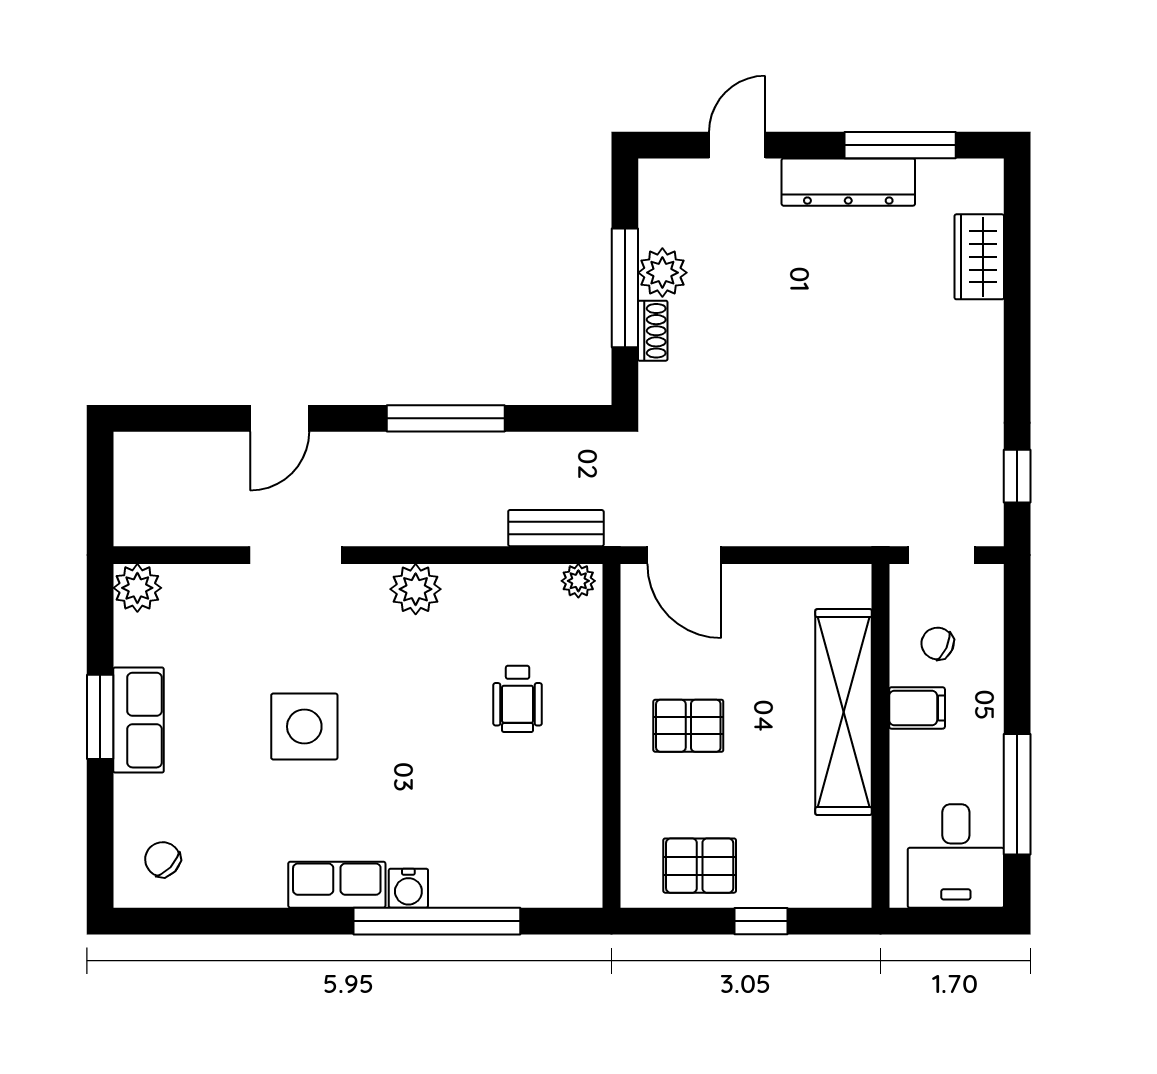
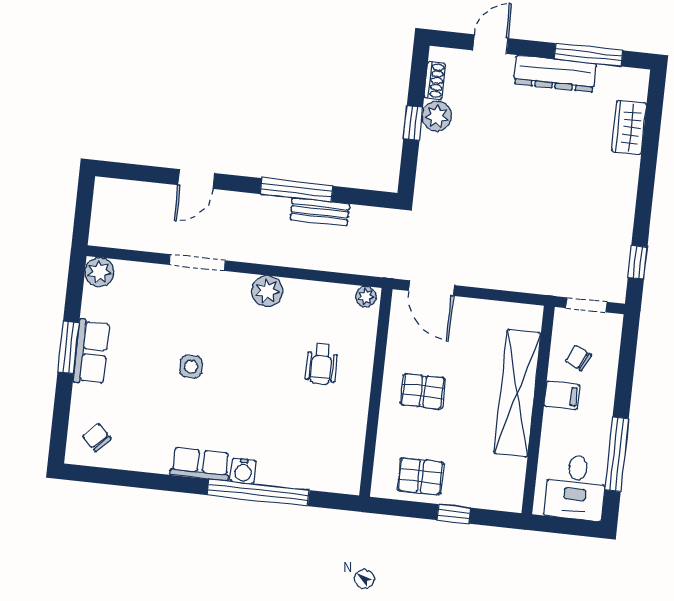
window: (625, 288) -> (413, 123), width x0.46
shoe rack: (653, 331) -> (435, 80), moved
bench: (556, 528) -> (320, 212), moved
side table: (304, 727) -> (191, 367), width x0.54, depth x0.54

